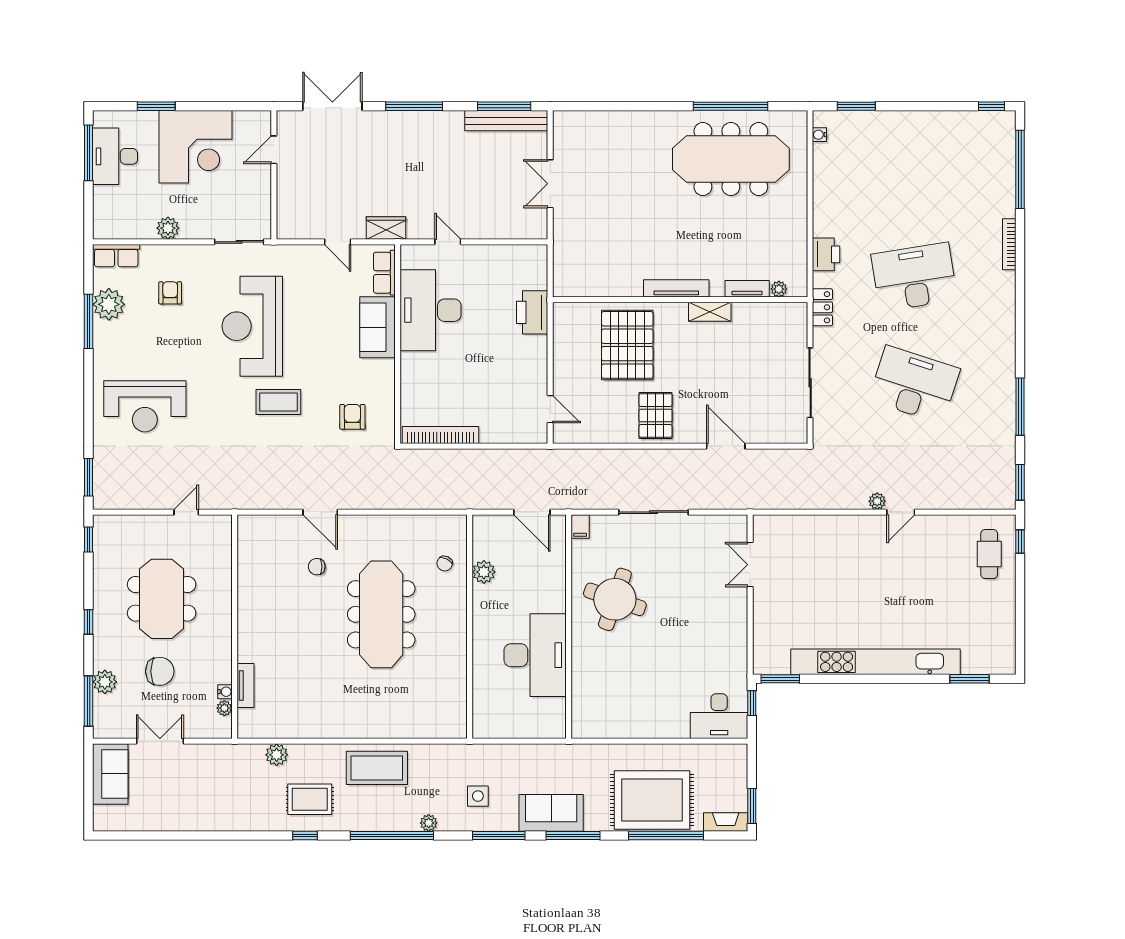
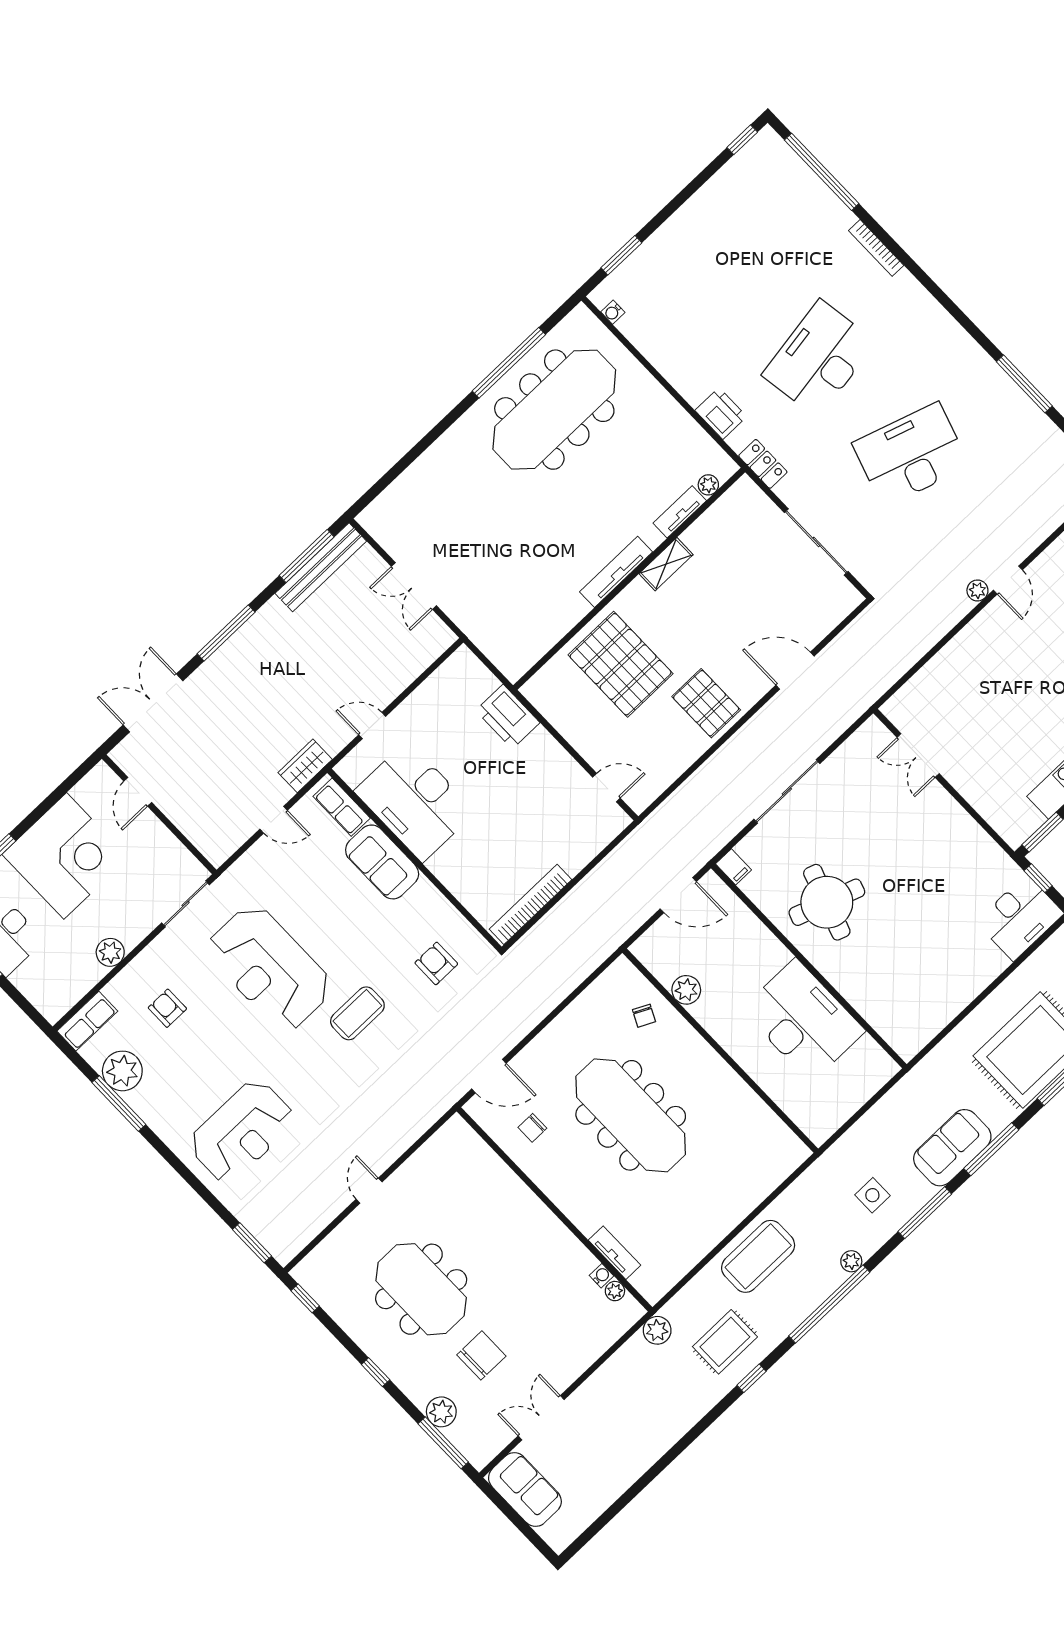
wall: (235, 627) -> (554, 1209), moved
tv unit: (245, 685) -> (614, 1253), moved
water cooler: (225, 692) -> (601, 1276), moved
plant: (224, 708) -> (615, 1291), moved

